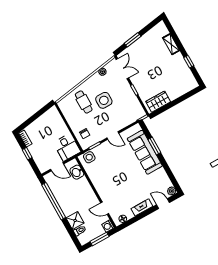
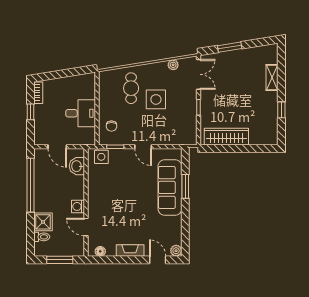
wardrobe: (158, 102) -> (226, 137), width x1.50
desk: (67, 147) -> (81, 113), moved, turned -90
washing machine: (108, 226) -> (78, 206), moved

